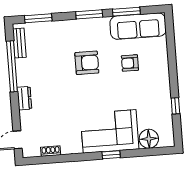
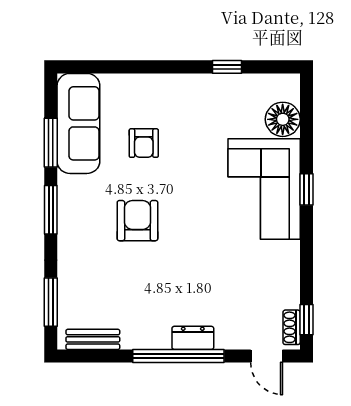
window: (12, 66) -> (178, 356), moved
shoe rack: (51, 151) -> (292, 327), moved
window: (39, 160) -> (306, 320), added

